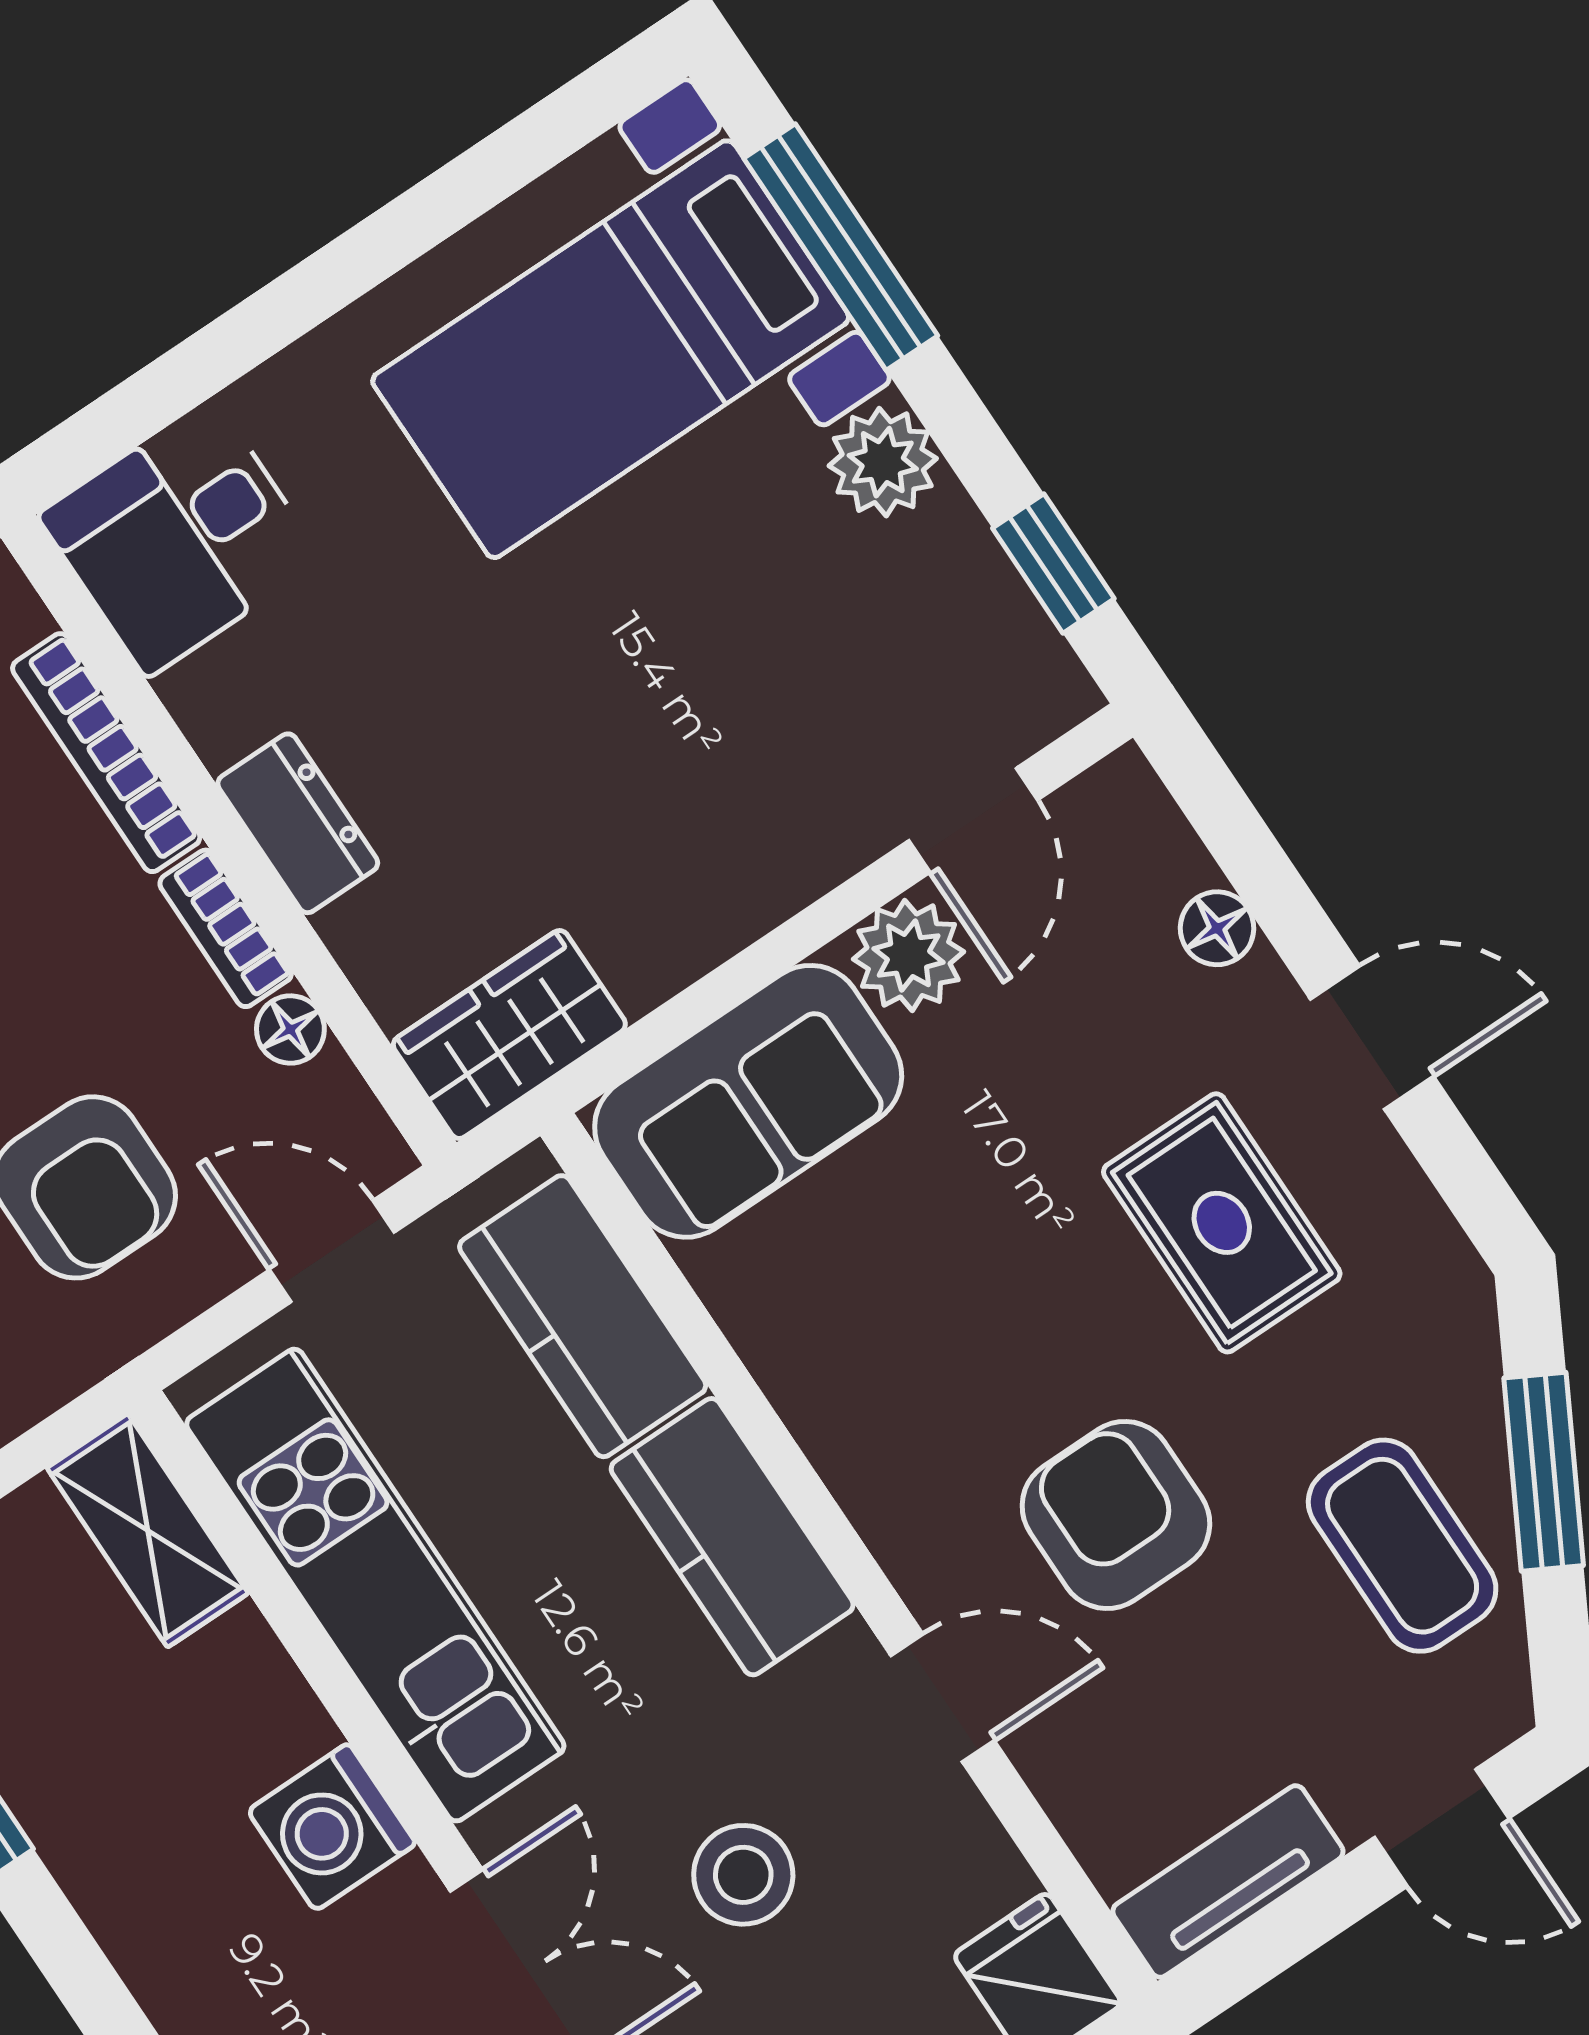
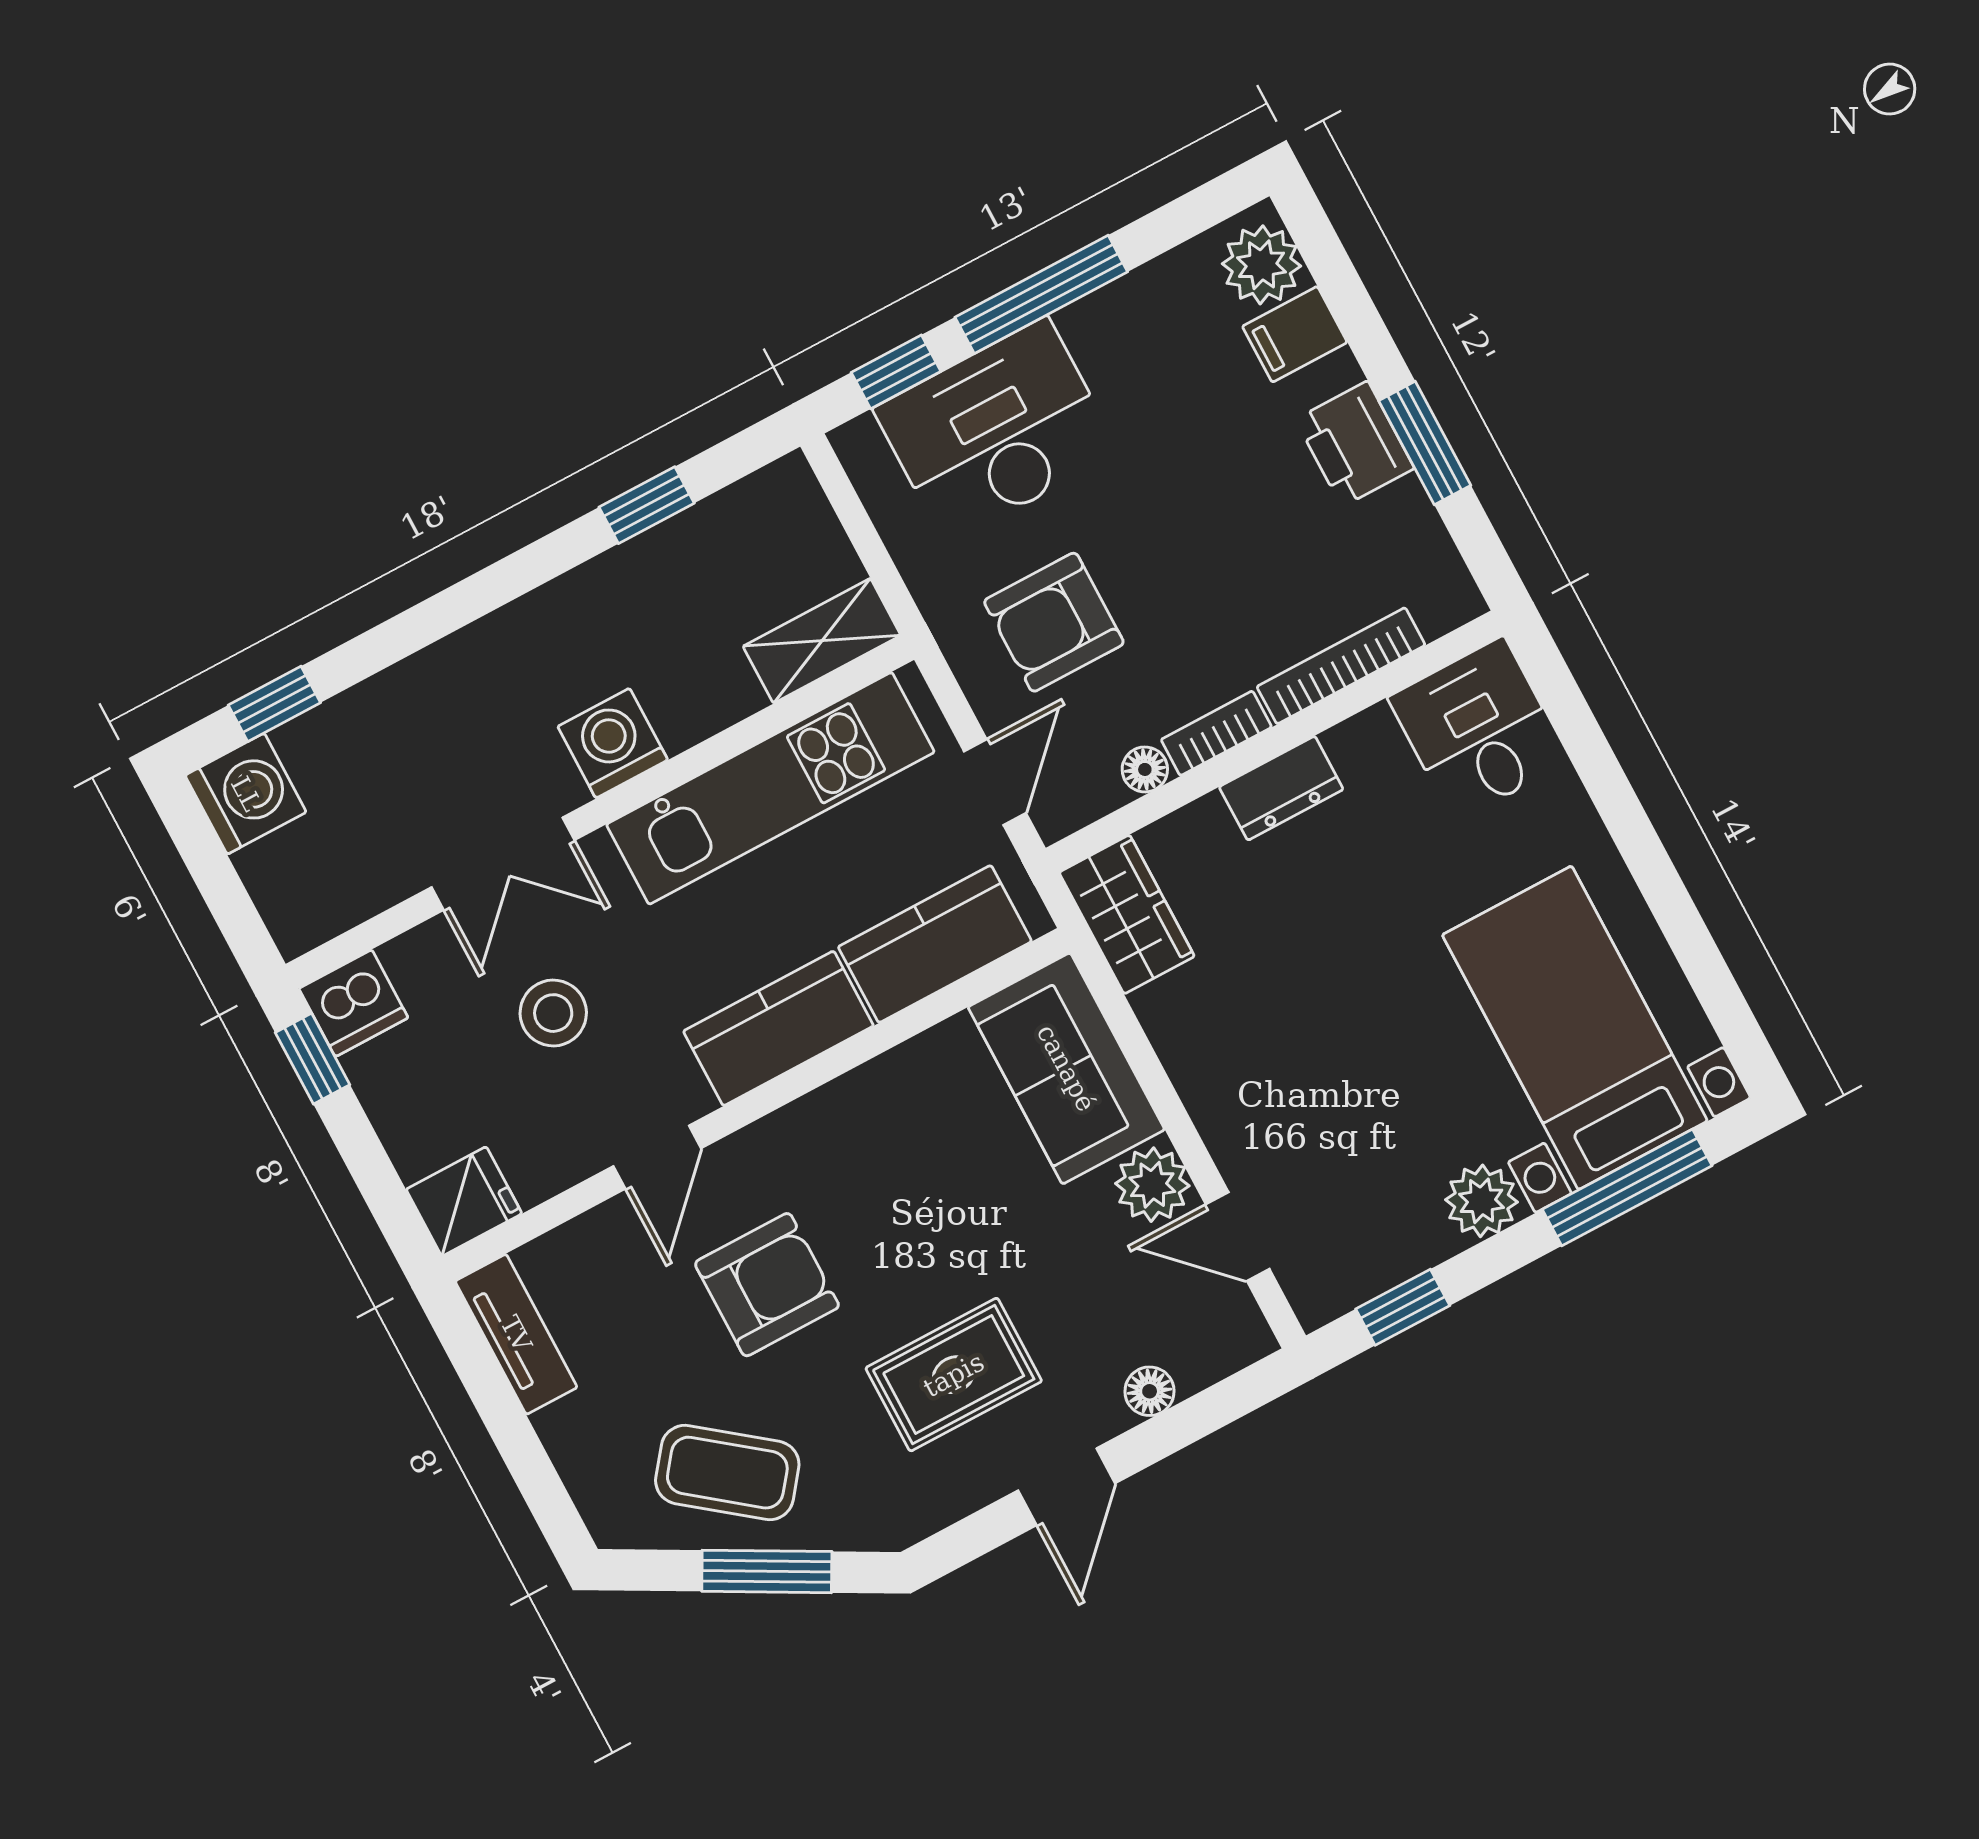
coffee table: (1402, 1546) -> (727, 1473), turned 38
door: (1442, 1828) -> (537, 1480), removed

